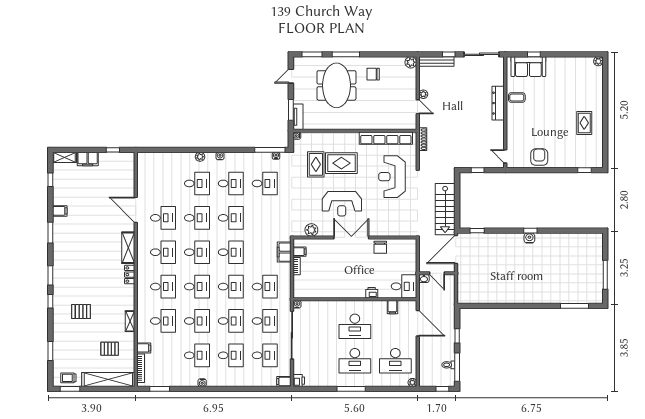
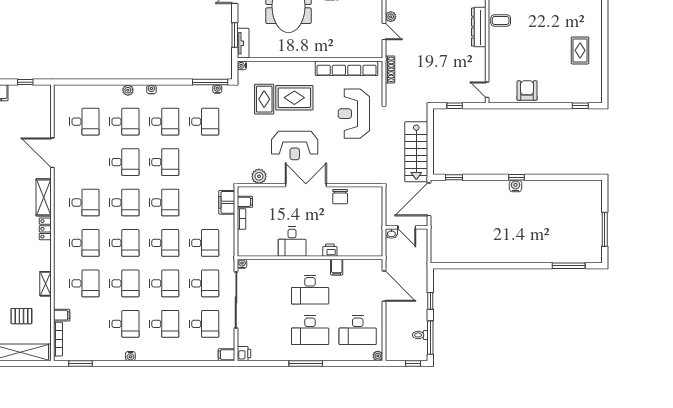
desk: (163, 218) -> (84, 122), moved
desk: (404, 286) -> (292, 242), moved, turned 90
filing cabinet: (392, 307) -> (337, 267), moved

